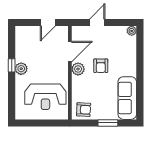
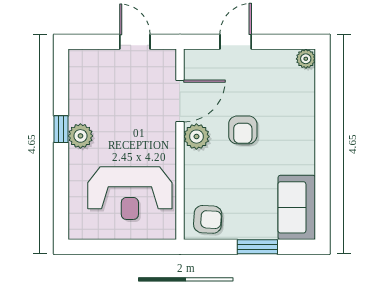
door: (48, 23) -> (135, 42), swing flipped
sofa: (127, 98) -> (297, 207), width x0.73

